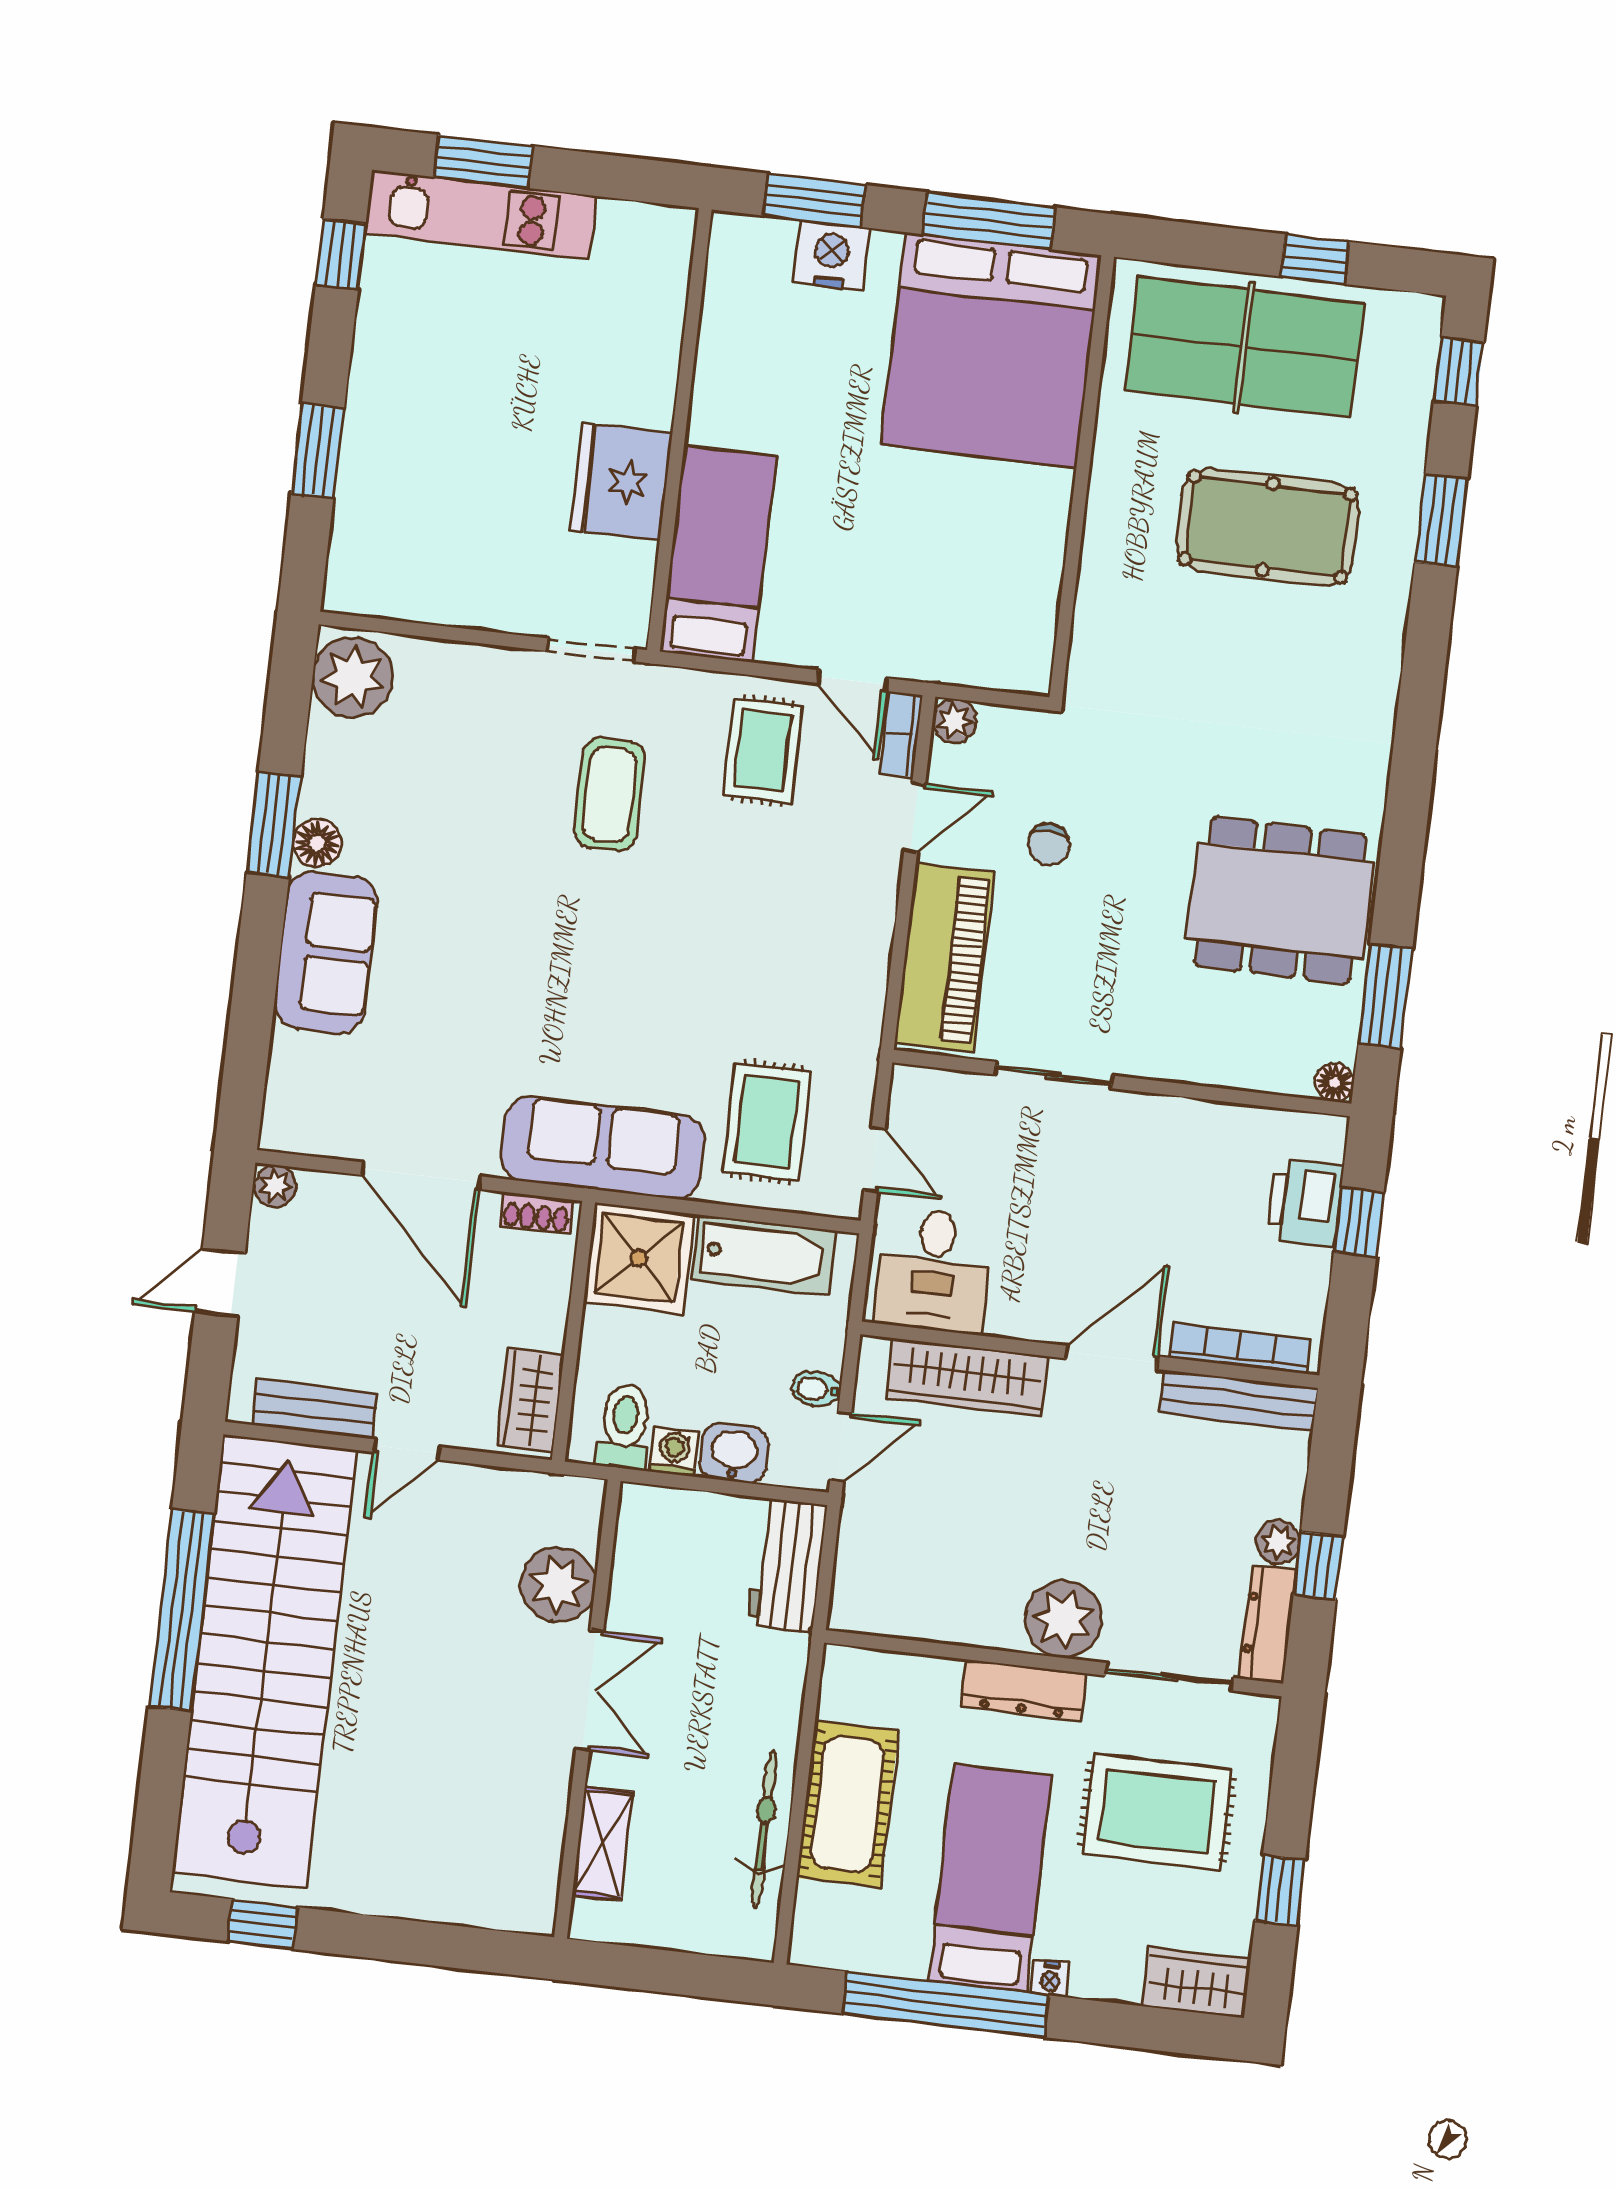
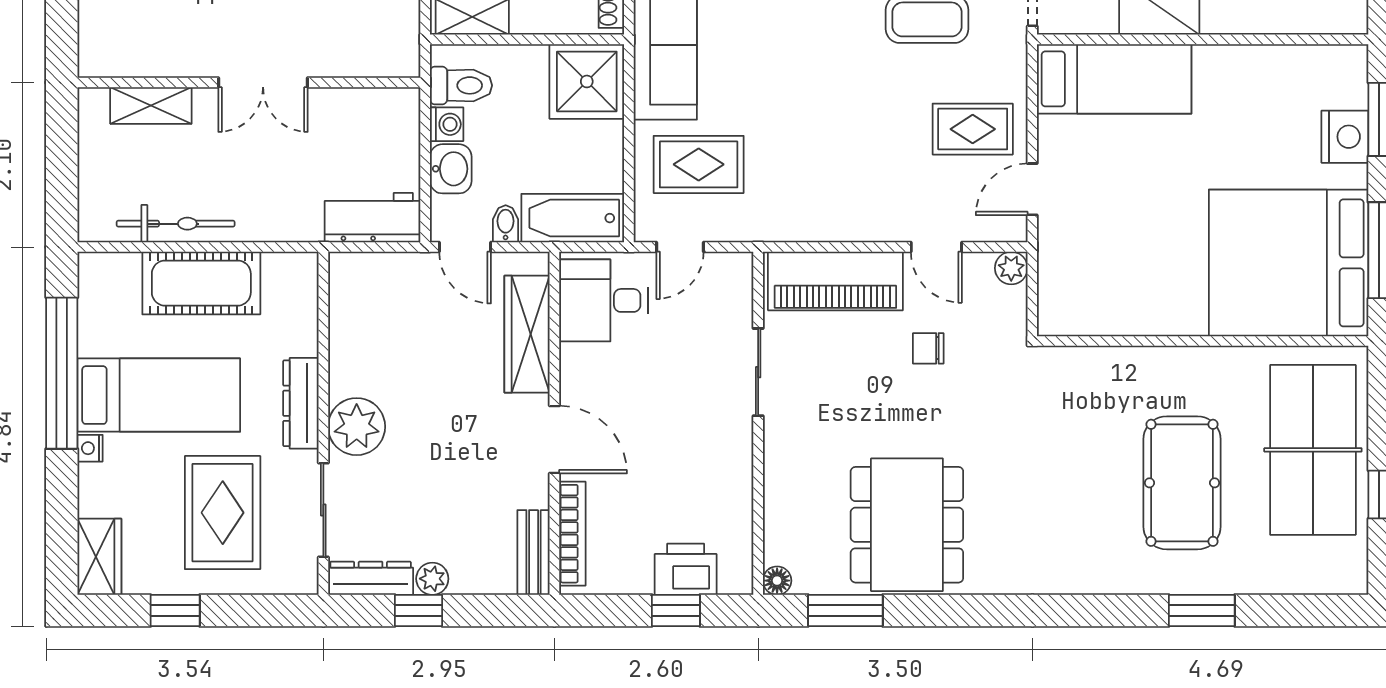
window: (1459, 371) -> (1313, 611), removed
bookcase: (901, 734) -> (997, 230), removed
bathtub: (764, 1255) -> (573, 218), moved, turned 90
bench: (1238, 1401) -> (534, 552), width x0.73
plant: (558, 1585) -> (338, 50), removed

